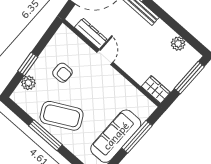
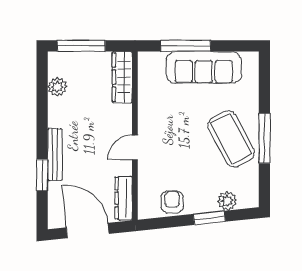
dresser: (91, 33) -> (124, 198), moved
armchair: (62, 73) -> (172, 202), moved
wardrobe: (156, 90) -> (122, 77), width x1.50

